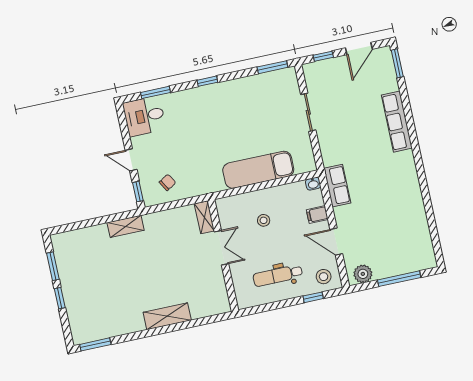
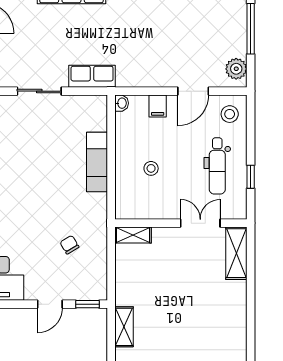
exam couch: (258, 170) -> (97, 162), width x0.73, depth x0.69
chair: (167, 182) -> (69, 245), moved
row of seats: (337, 186) -> (92, 76), moved
double door: (221, 248) -> (200, 223), moved
window: (313, 297) -> (251, 177), moved
shelving: (167, 316) -> (236, 253), moved

